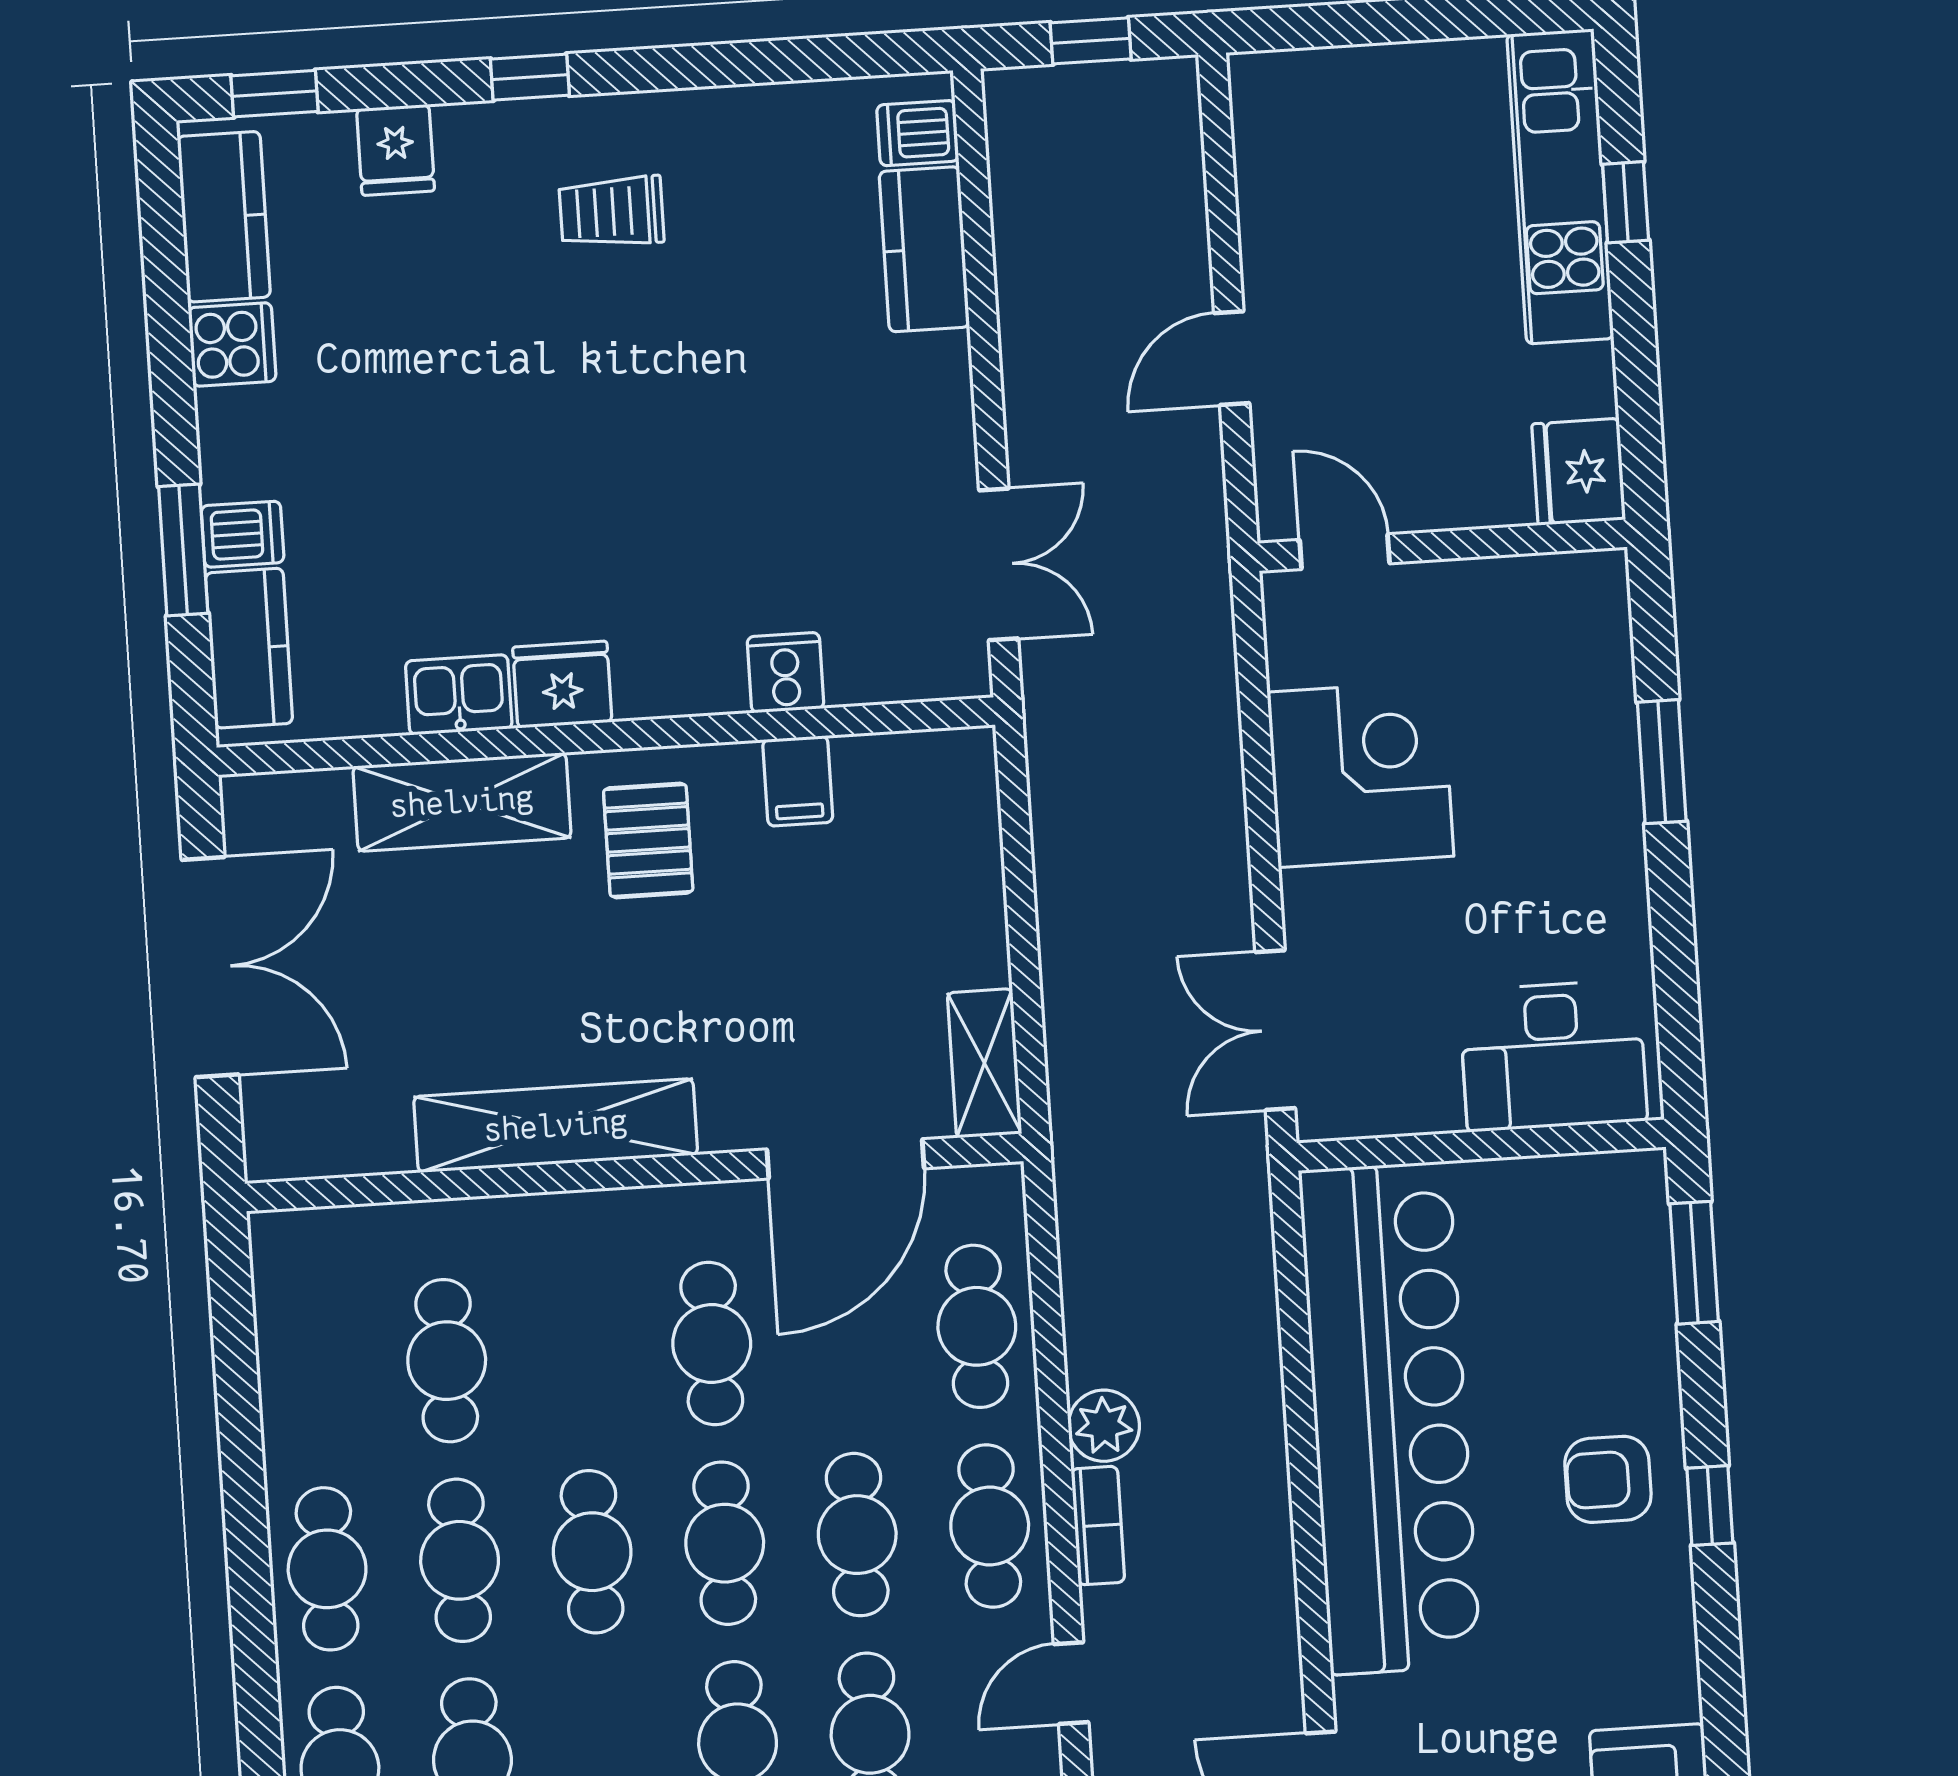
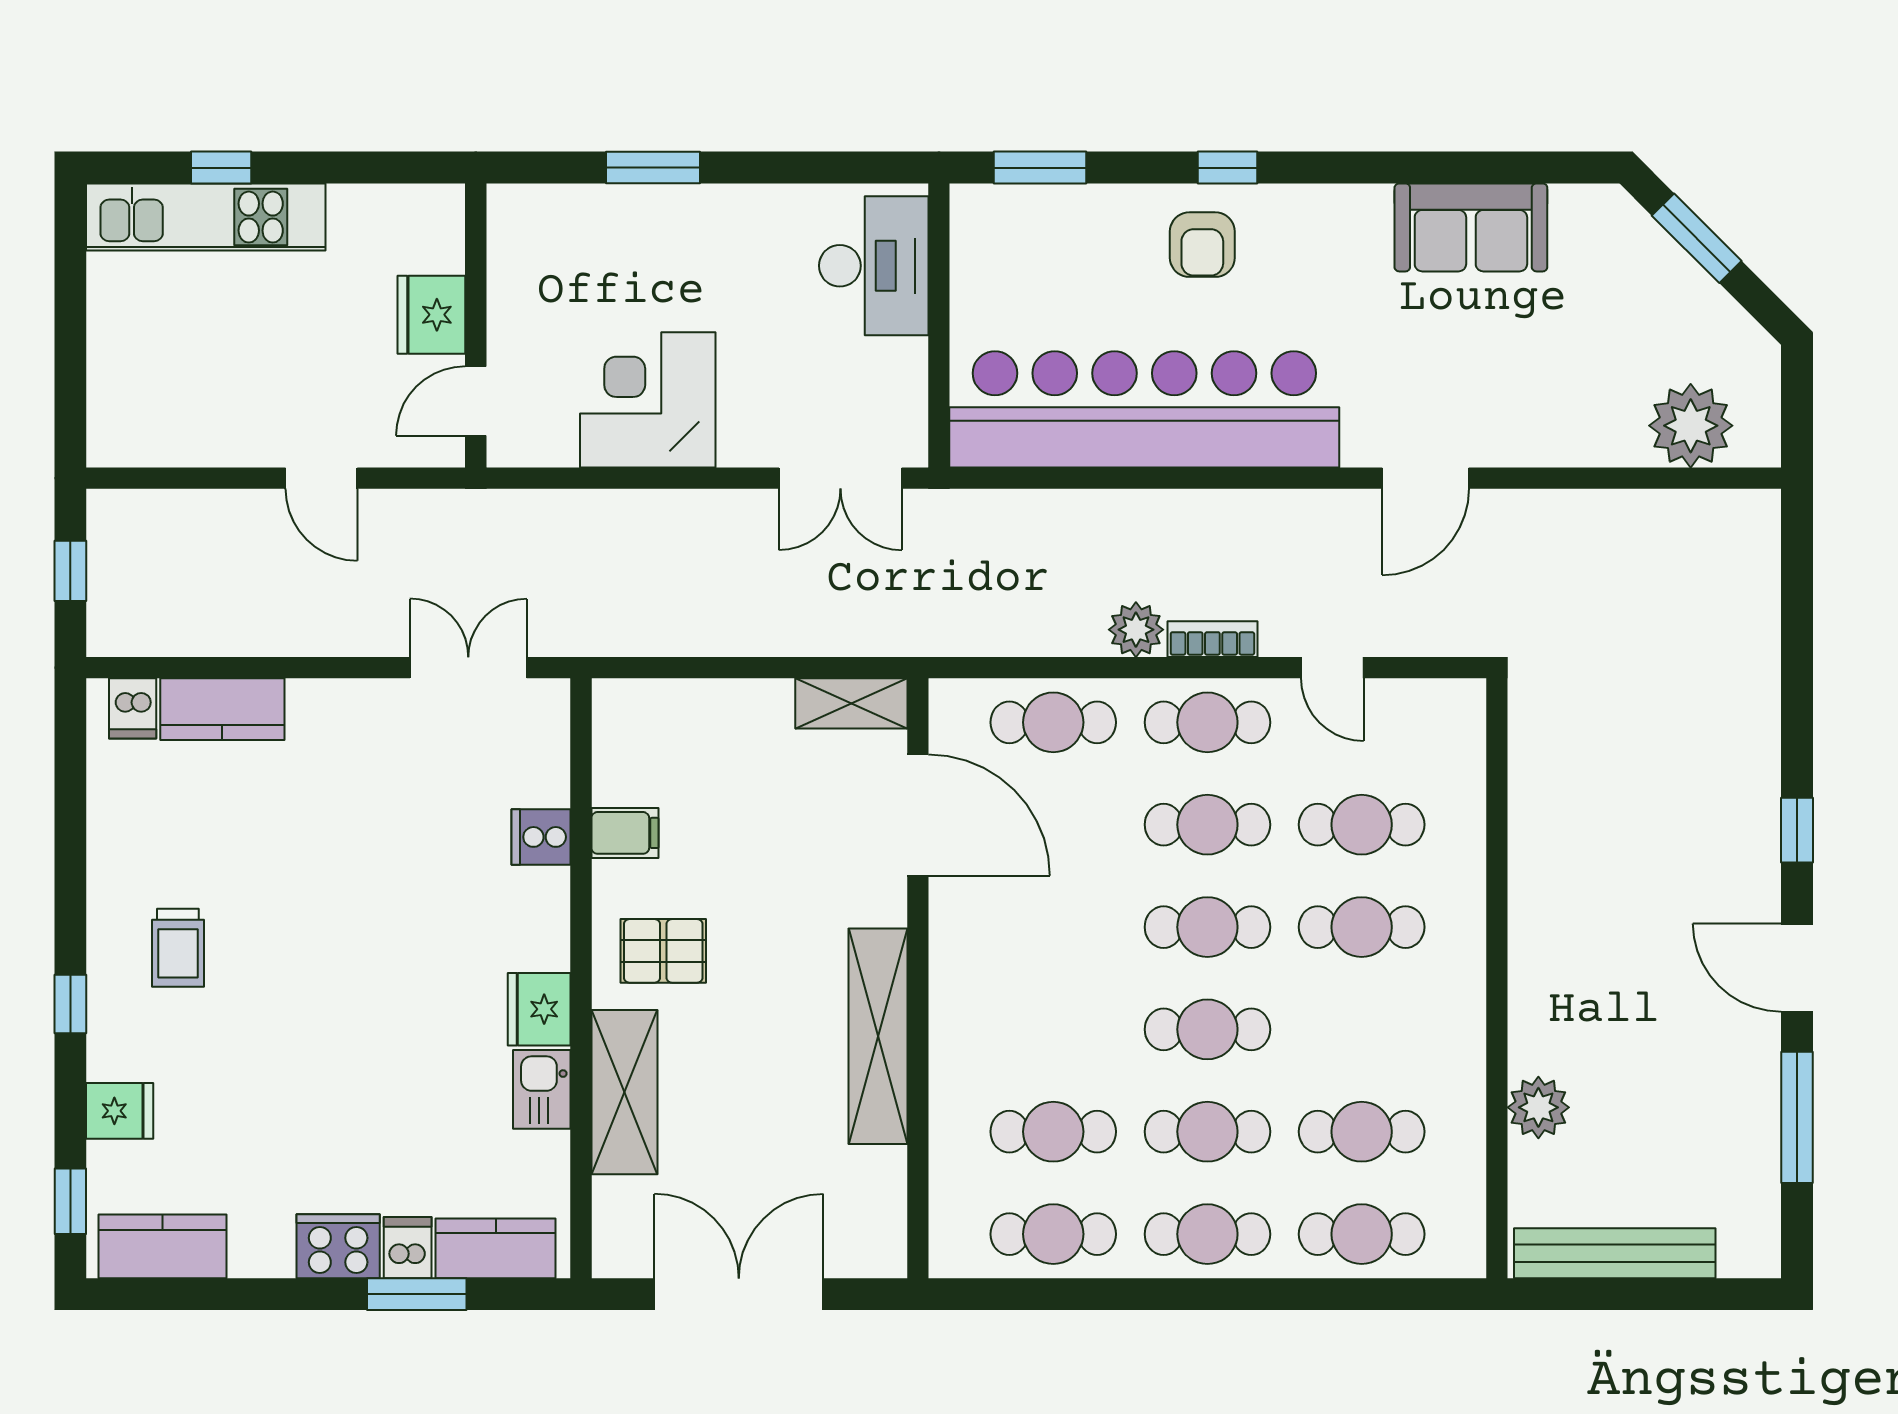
cooker: (232, 344) -> (338, 1246), moved, width x1.36
fridge: (1579, 472) -> (431, 315), moved, turned 90
cafe table: (712, 1343) -> (1053, 1234), moved

